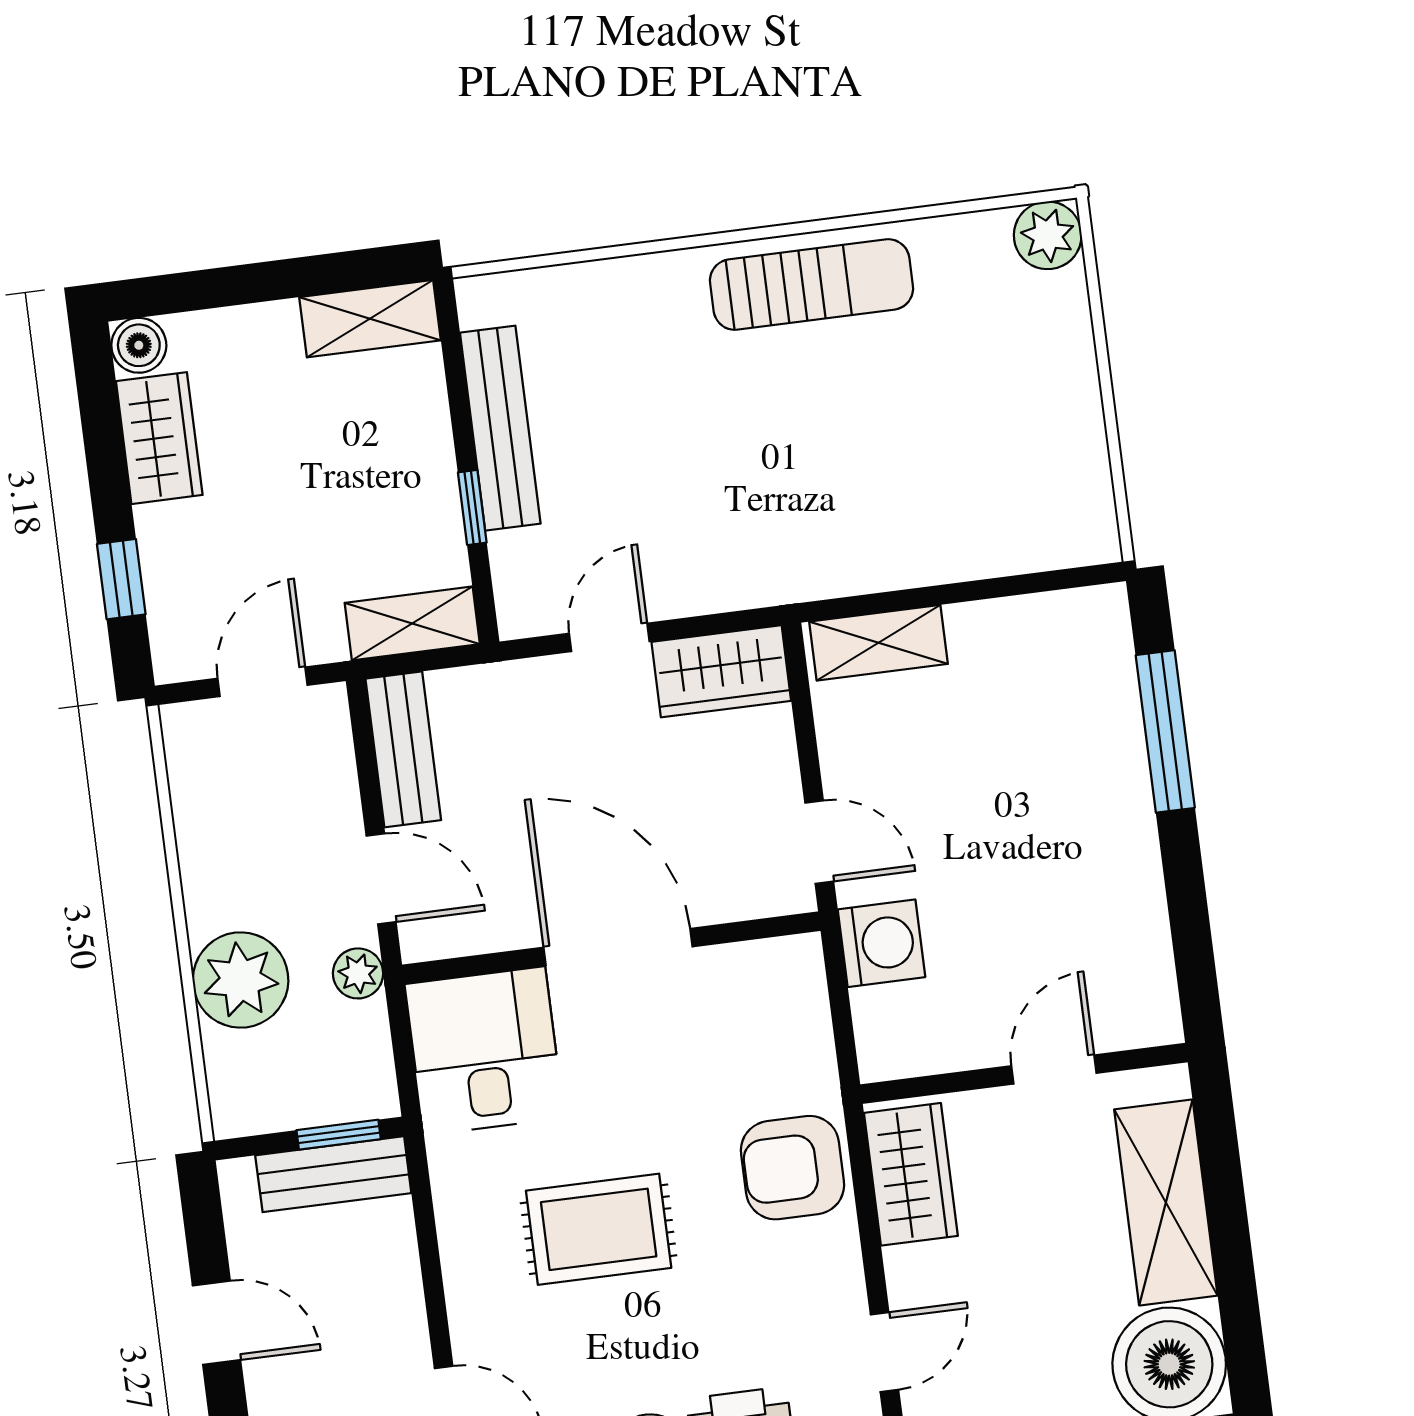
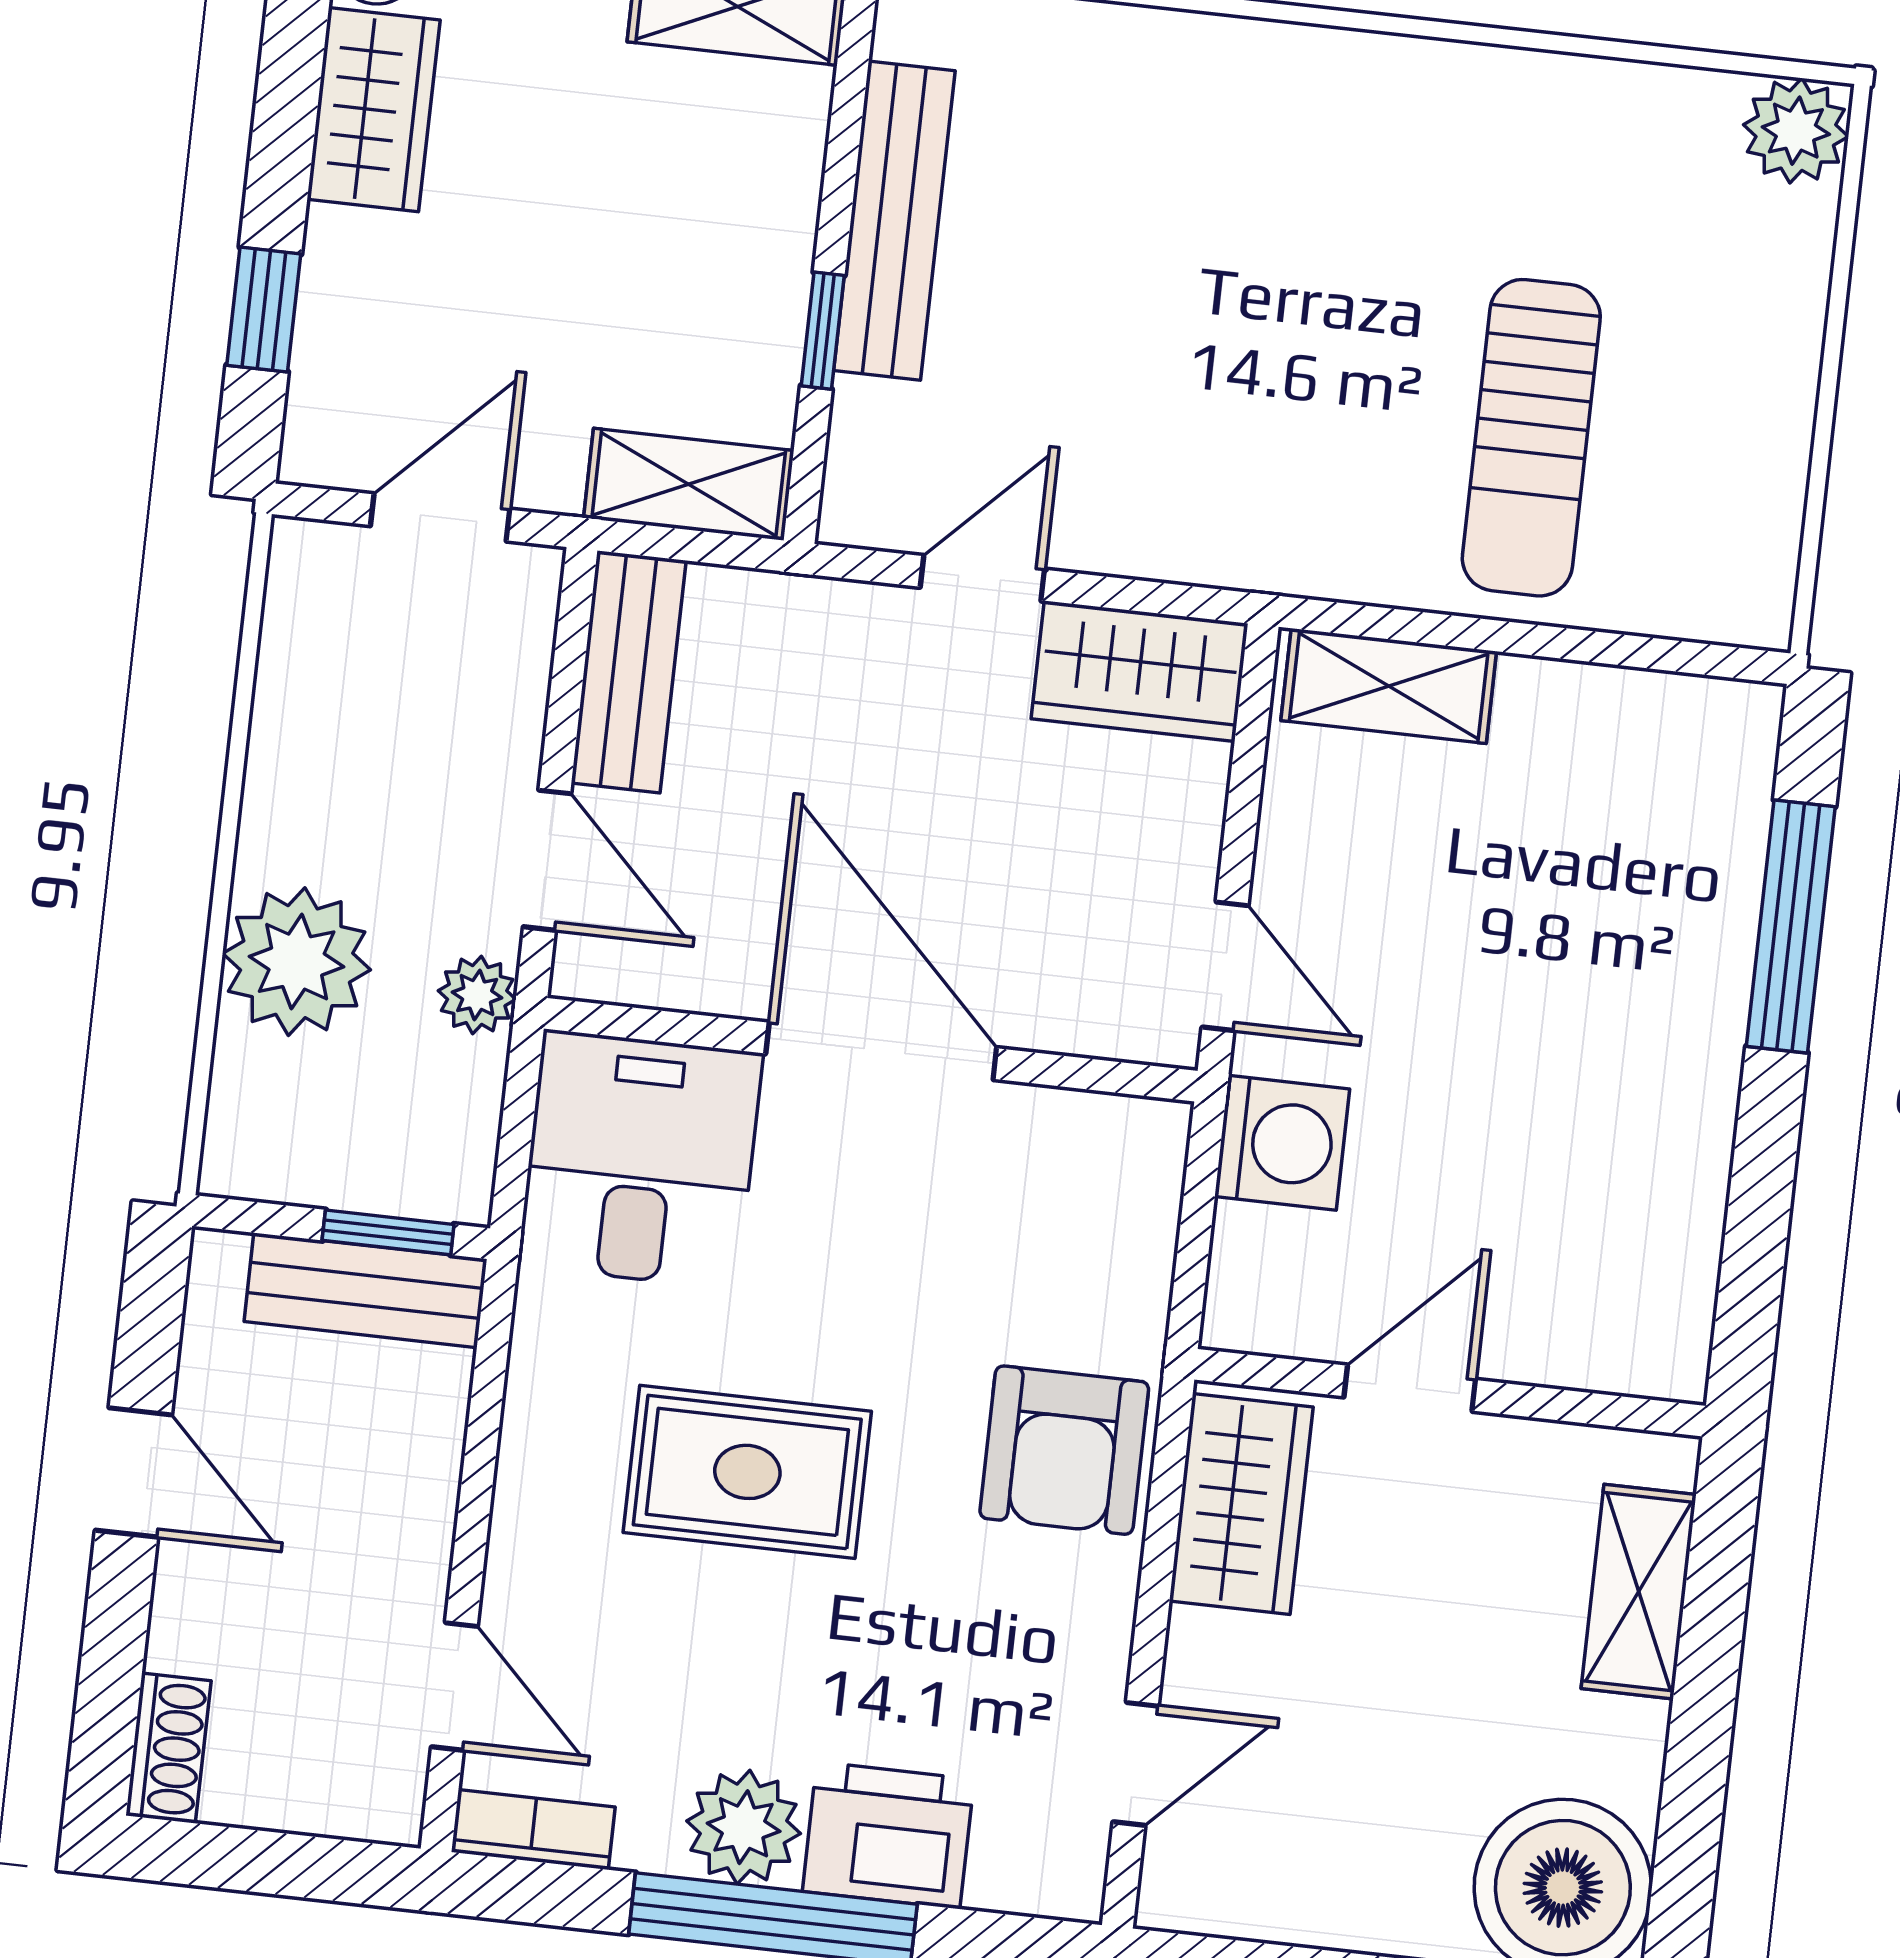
sun lounger: (812, 285) -> (1531, 438), moved, turned 90
door: (1054, 1070) -> (1410, 1388), moved
armchair: (793, 1168) -> (1064, 1450), turned -90
shelving: (1166, 1202) -> (1639, 1592), width x0.67, depth x0.75

